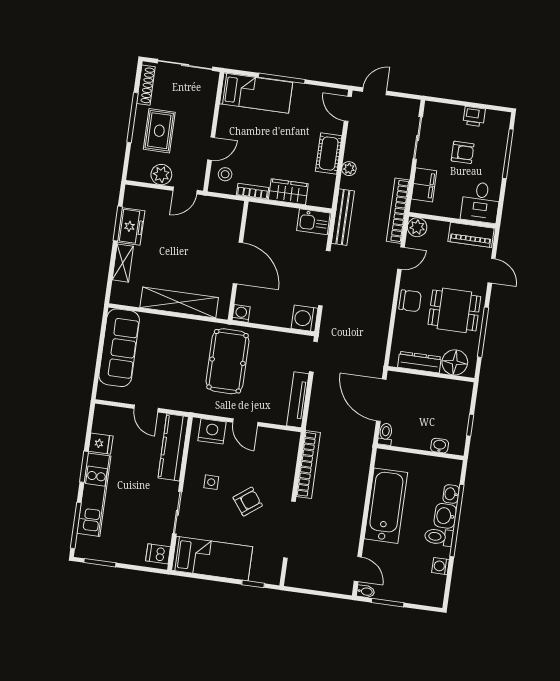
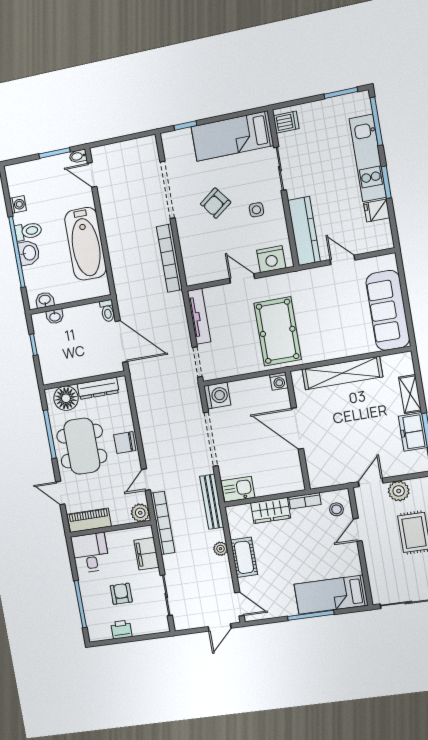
armchair: (463, 152) -> (121, 594), turned 90
dining table: (454, 310) -> (82, 446), width x1.38
washbasin: (451, 494) -> (45, 300), moved, turned -90

